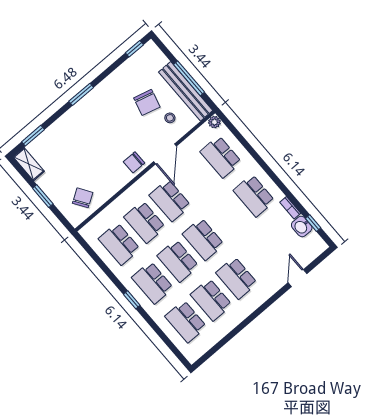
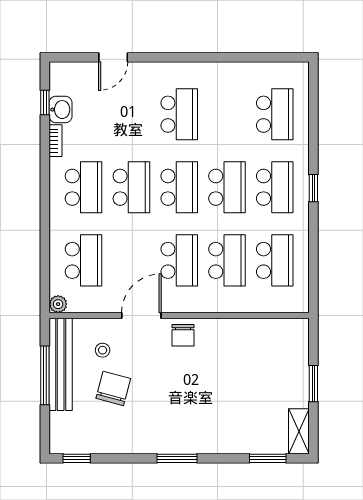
chair: (134, 162) -> (183, 335), turned 90
chair: (83, 198) -> (272, 345), removed
school desk: (211, 300) -> (131, 187), moved

